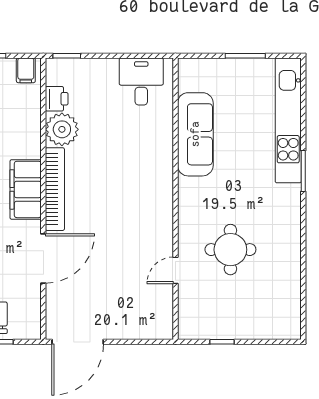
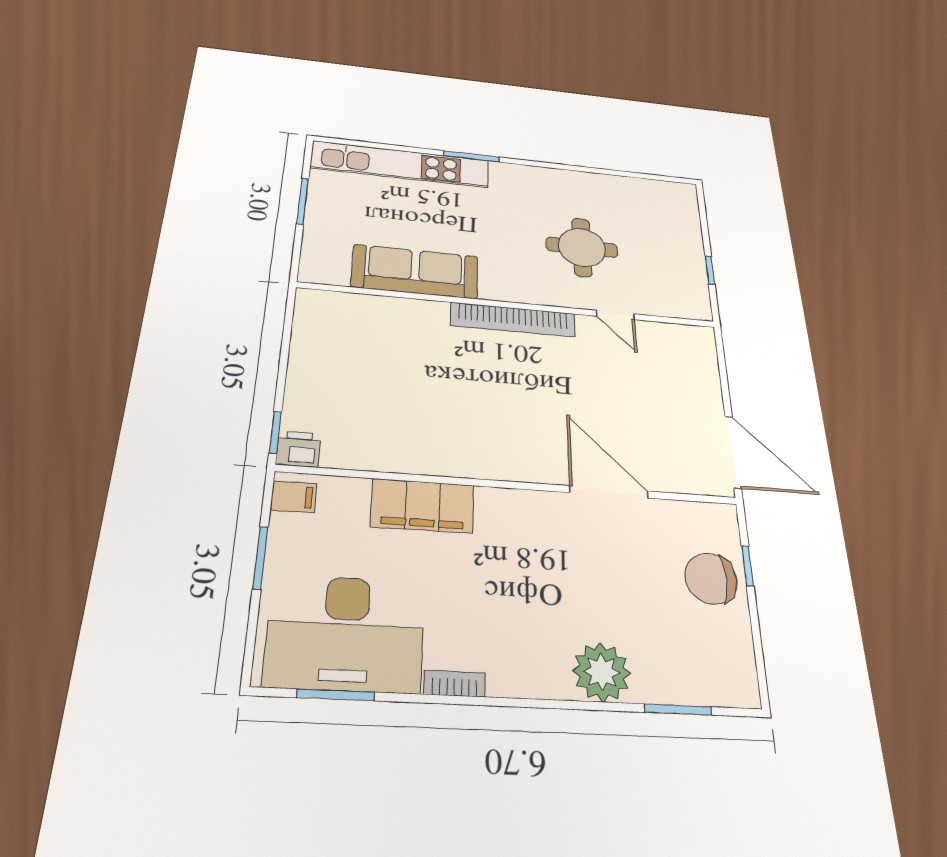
desk: (141, 81) -> (329, 332), removed
printer: (57, 99) -> (298, 449), moved
plant: (62, 129) -> (399, 449), removed
filing cabinet: (26, 189) -> (423, 506), moved
bookcase: (55, 189) -> (513, 320), moved, turned 180

